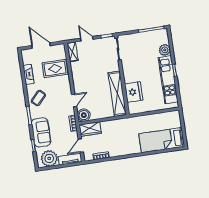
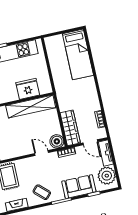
wardrobe: (90, 129) -> (70, 128), width x1.50

